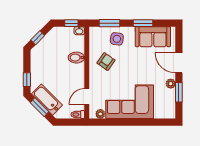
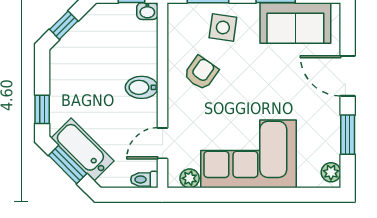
bidet: (76, 58) -> (142, 87), moved
plant: (171, 84) -> (331, 172), moved

